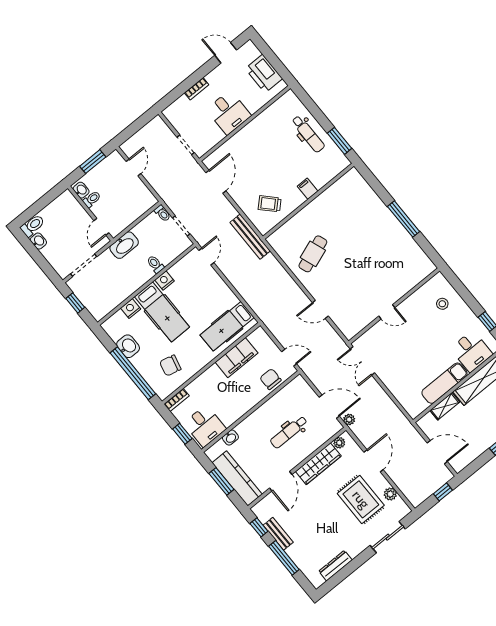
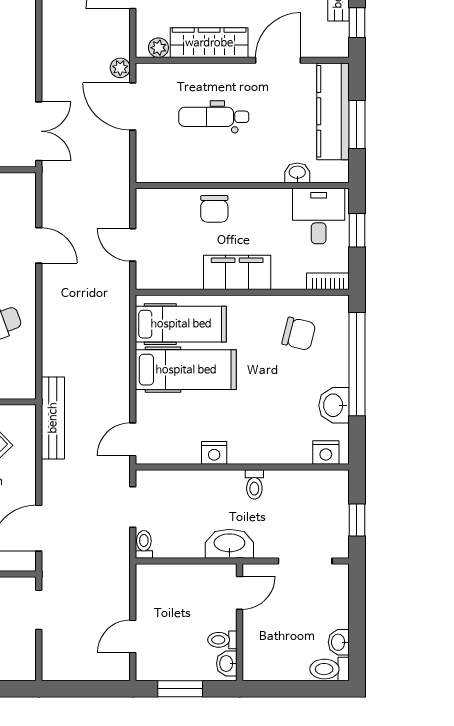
toilet: (155, 264) -> (254, 484), moved
nightstand: (131, 308) -> (326, 453), moved
hospital bed: (162, 312) -> (186, 370), moved, turned 90
filing cabinet: (237, 358) -> (237, 272), moved
door: (289, 358) -> (133, 245), moved
chair: (270, 379) -> (214, 209), moved
dental chair: (289, 432) -> (214, 117), turned 180

